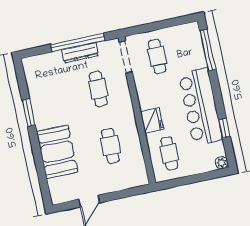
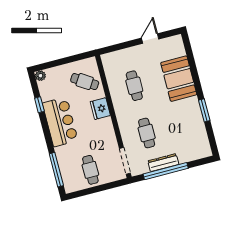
cafe table: (157, 56) -> (90, 170), moved
bar counter: (201, 107) -> (60, 122), width x0.73
cafe table: (169, 153) -> (85, 82), turned -57

